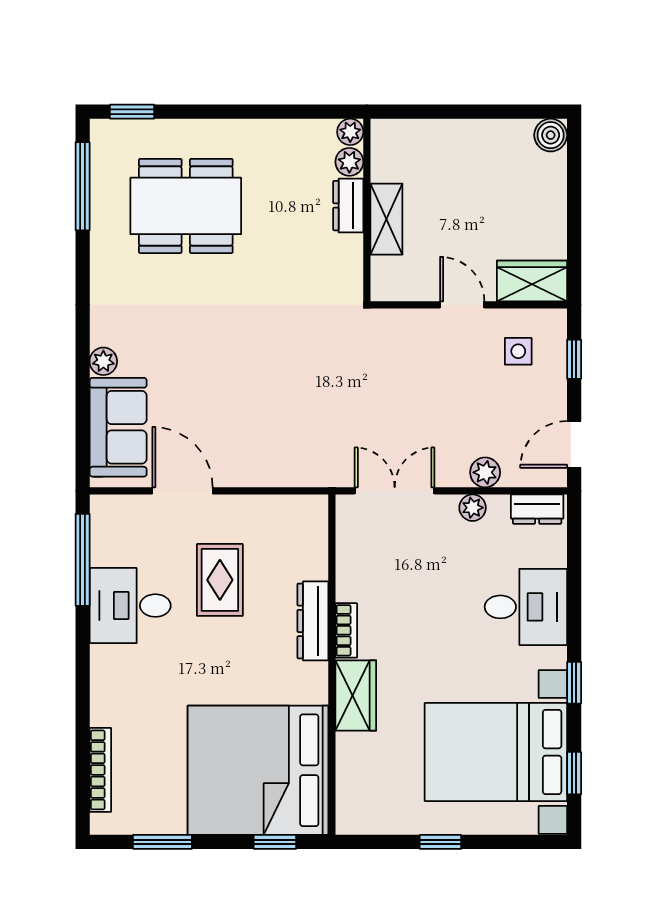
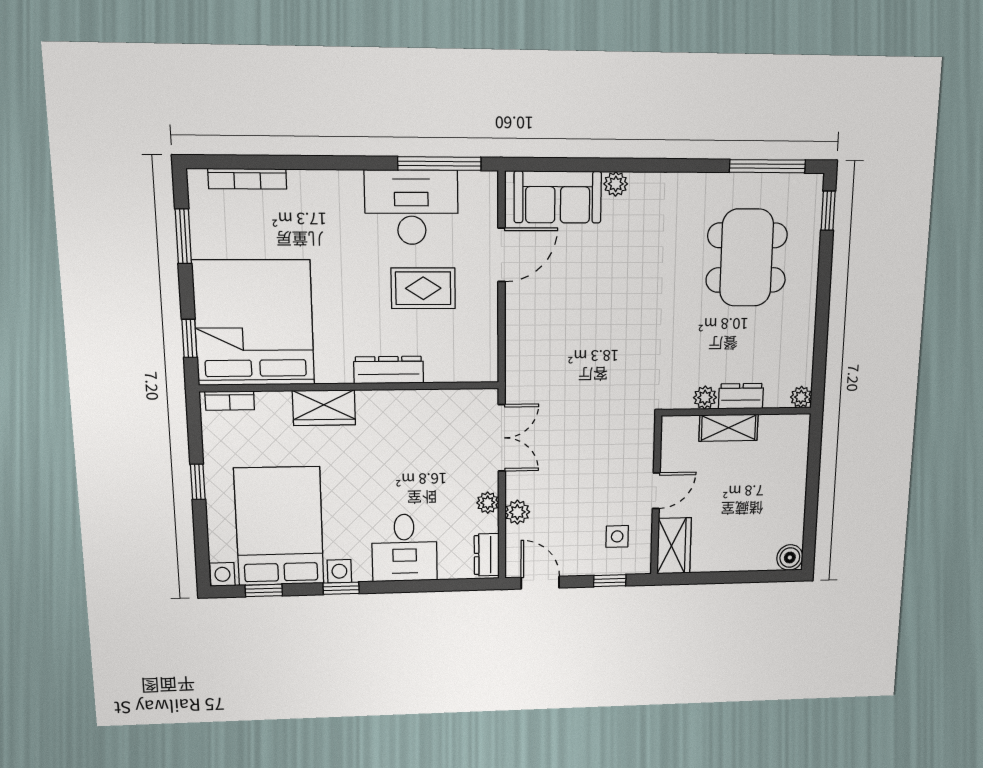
plant: (349, 162) -> (705, 397), moved
desk: (130, 606) -> (411, 207), width x1.37
bookcase: (346, 630) -> (230, 401), moved

